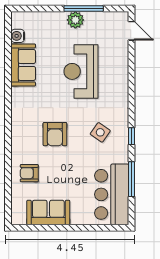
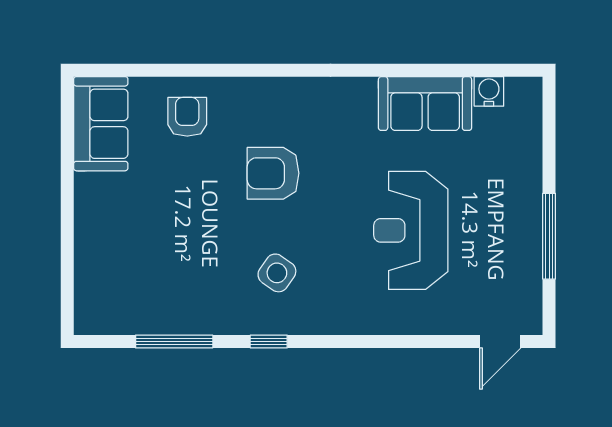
plant: (75, 20) -> (524, 218), removed
reception desk: (81, 71) -> (411, 230), turned -90
bar counter: (112, 194) -> (141, 298), removed
sofa: (48, 212) -> (101, 124), moved

